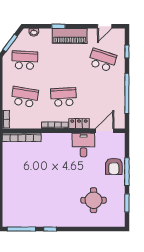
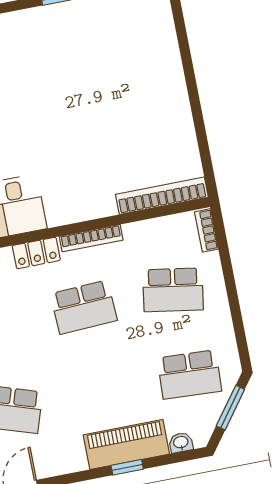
piano: (70, 36) -> (126, 444), moved

